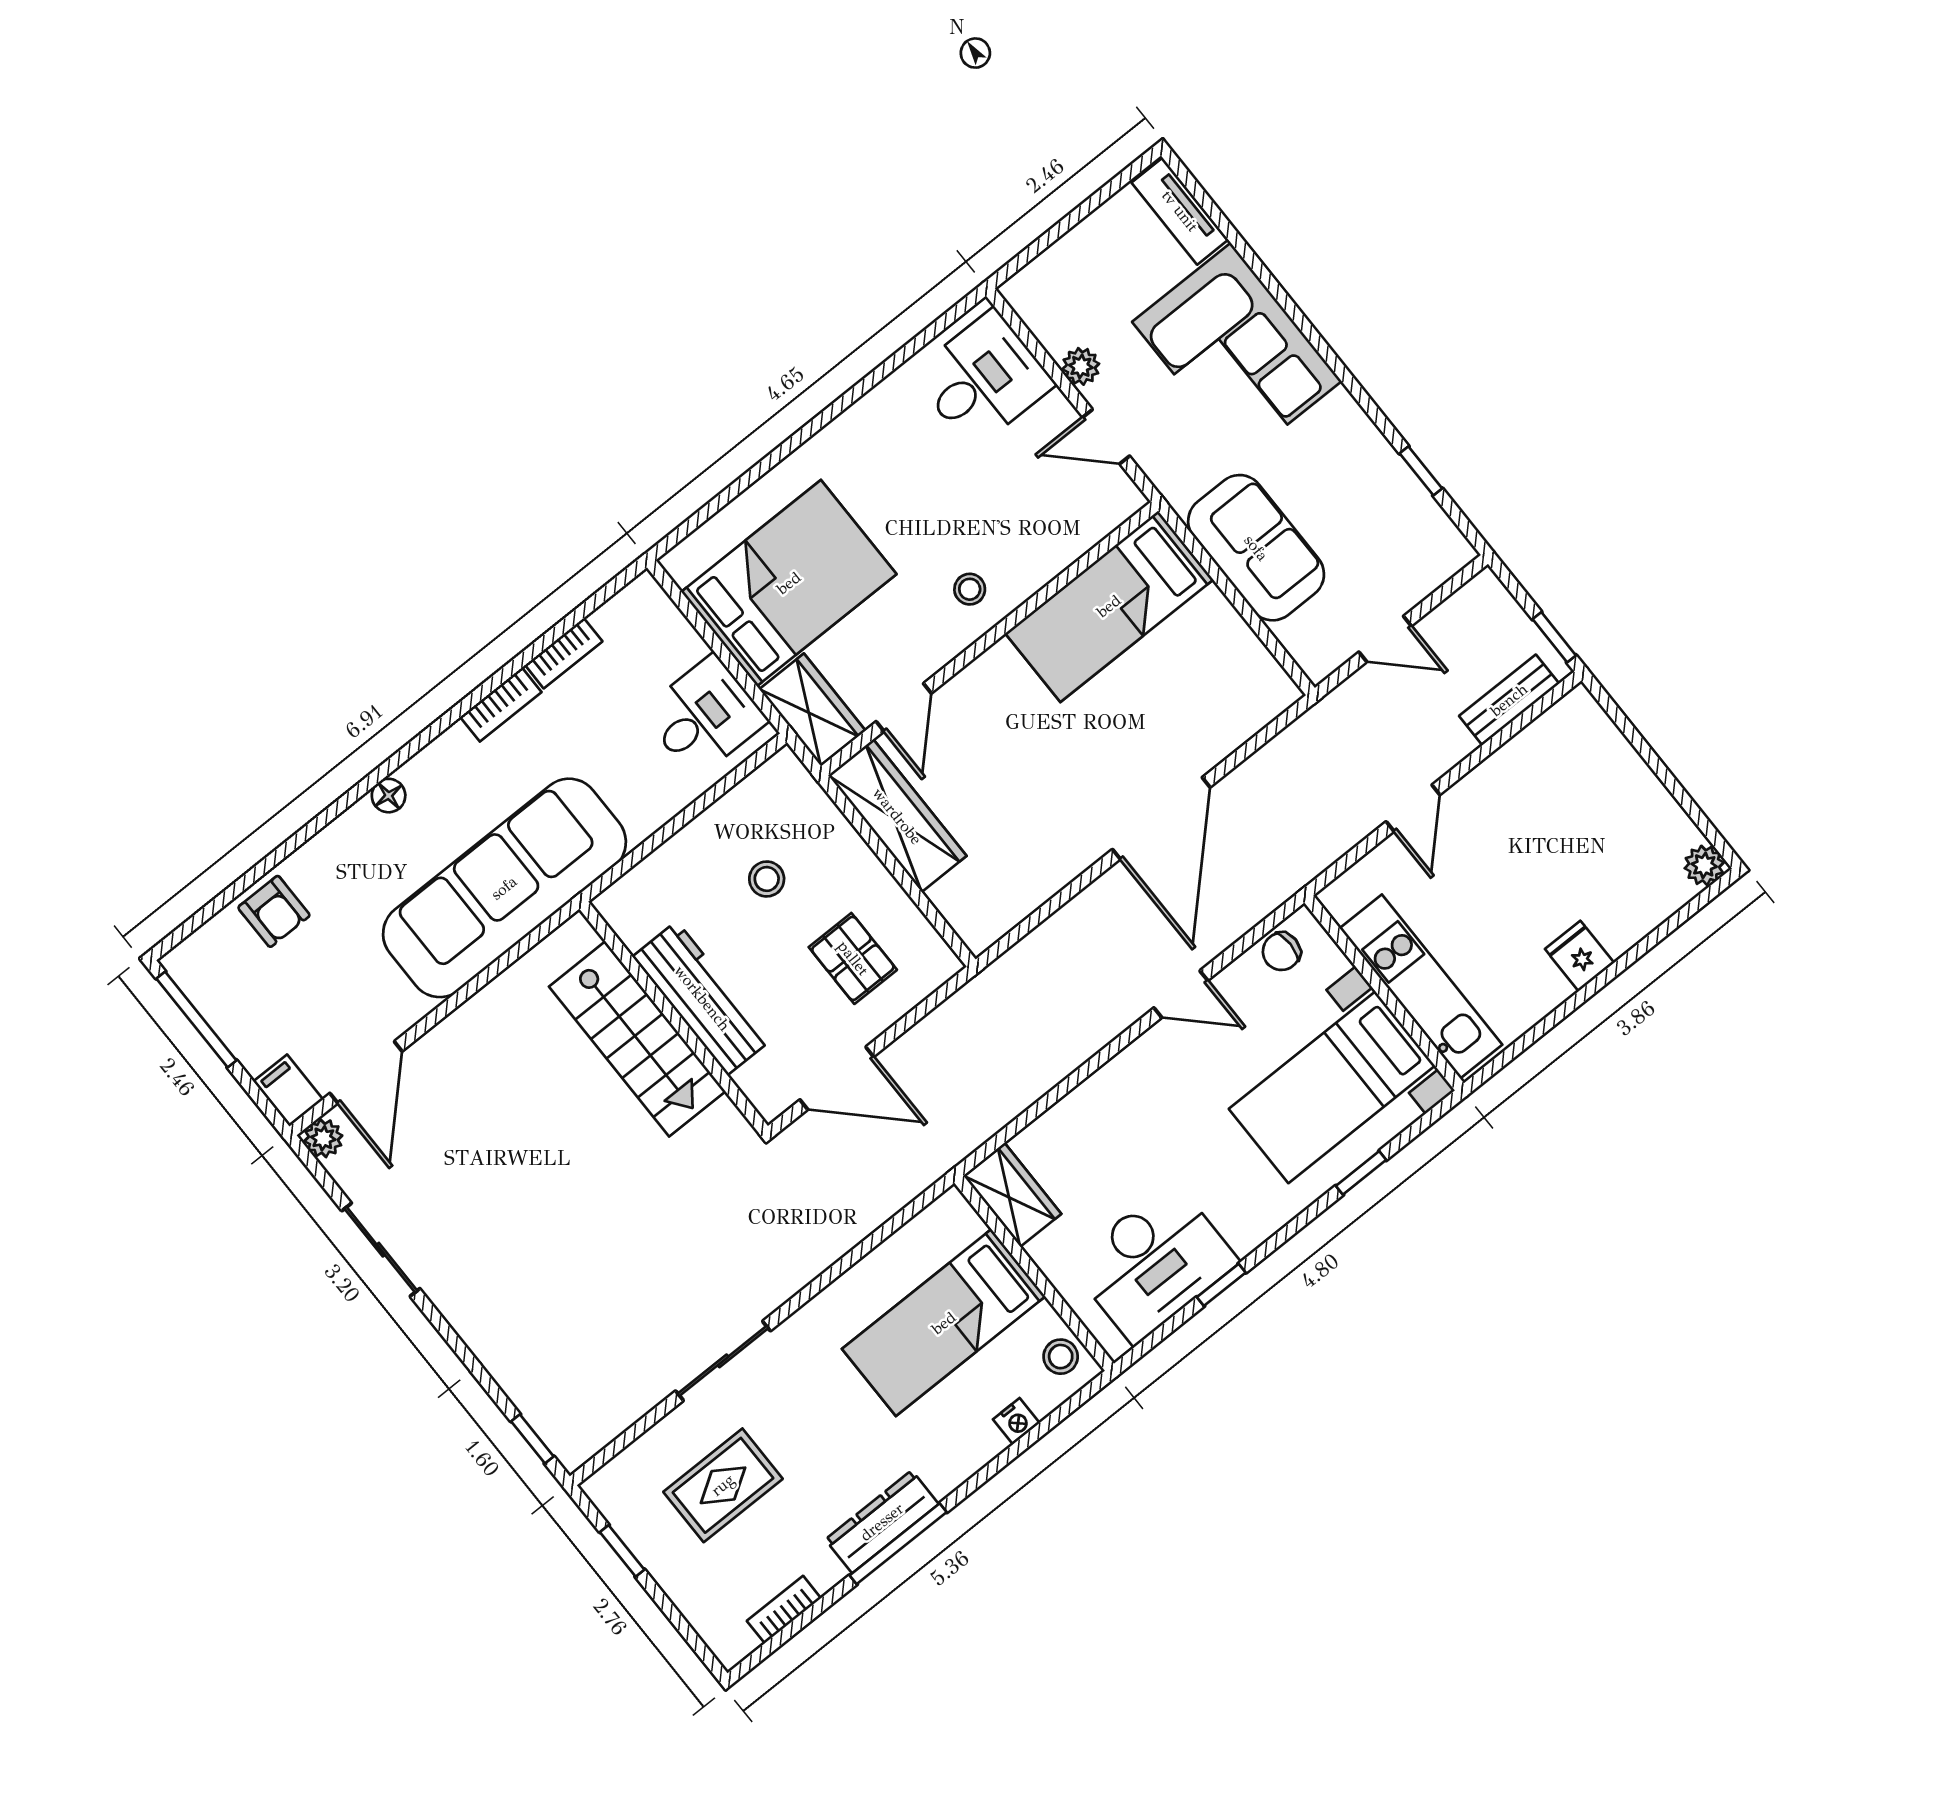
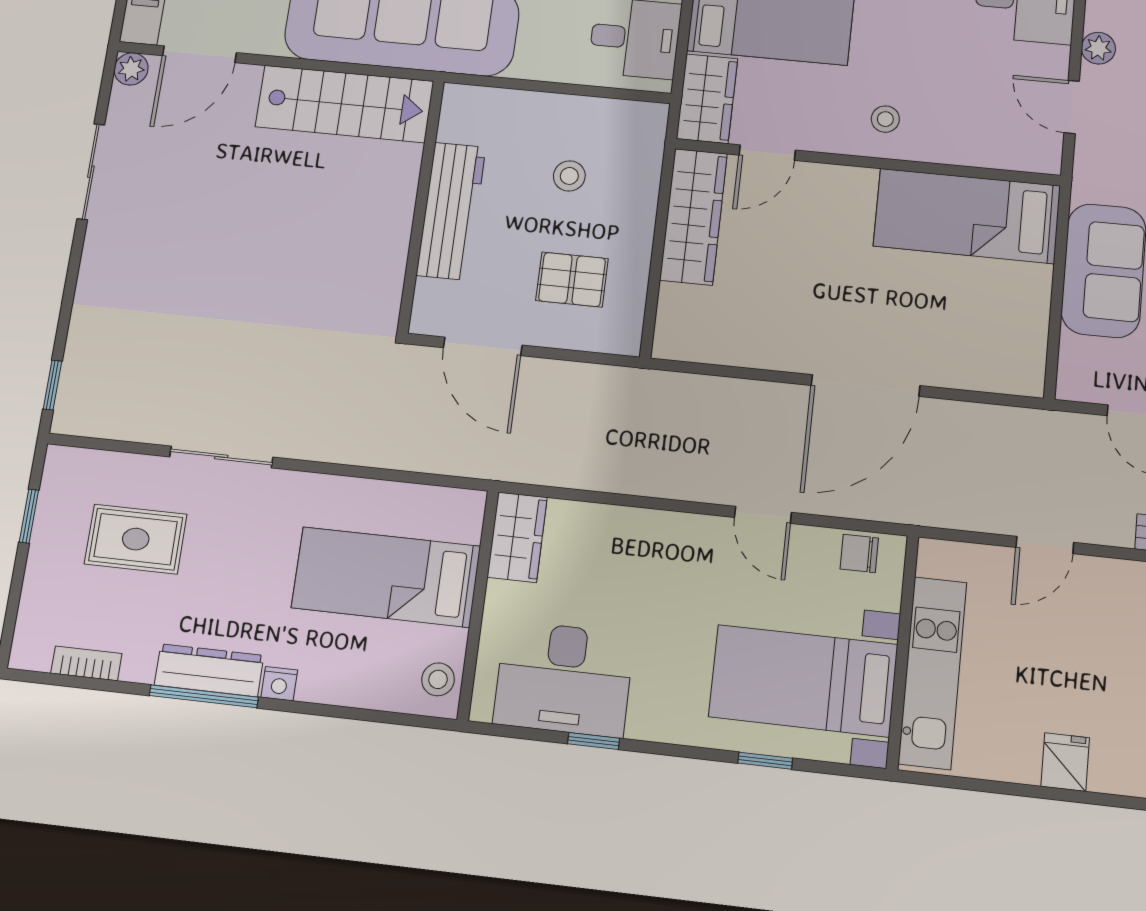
pallet: (853, 958) -> (572, 280), turned 90
stairs: (637, 1039) -> (344, 104), moved, turned -90
nightstand: (1016, 1421) -> (279, 684), moved

